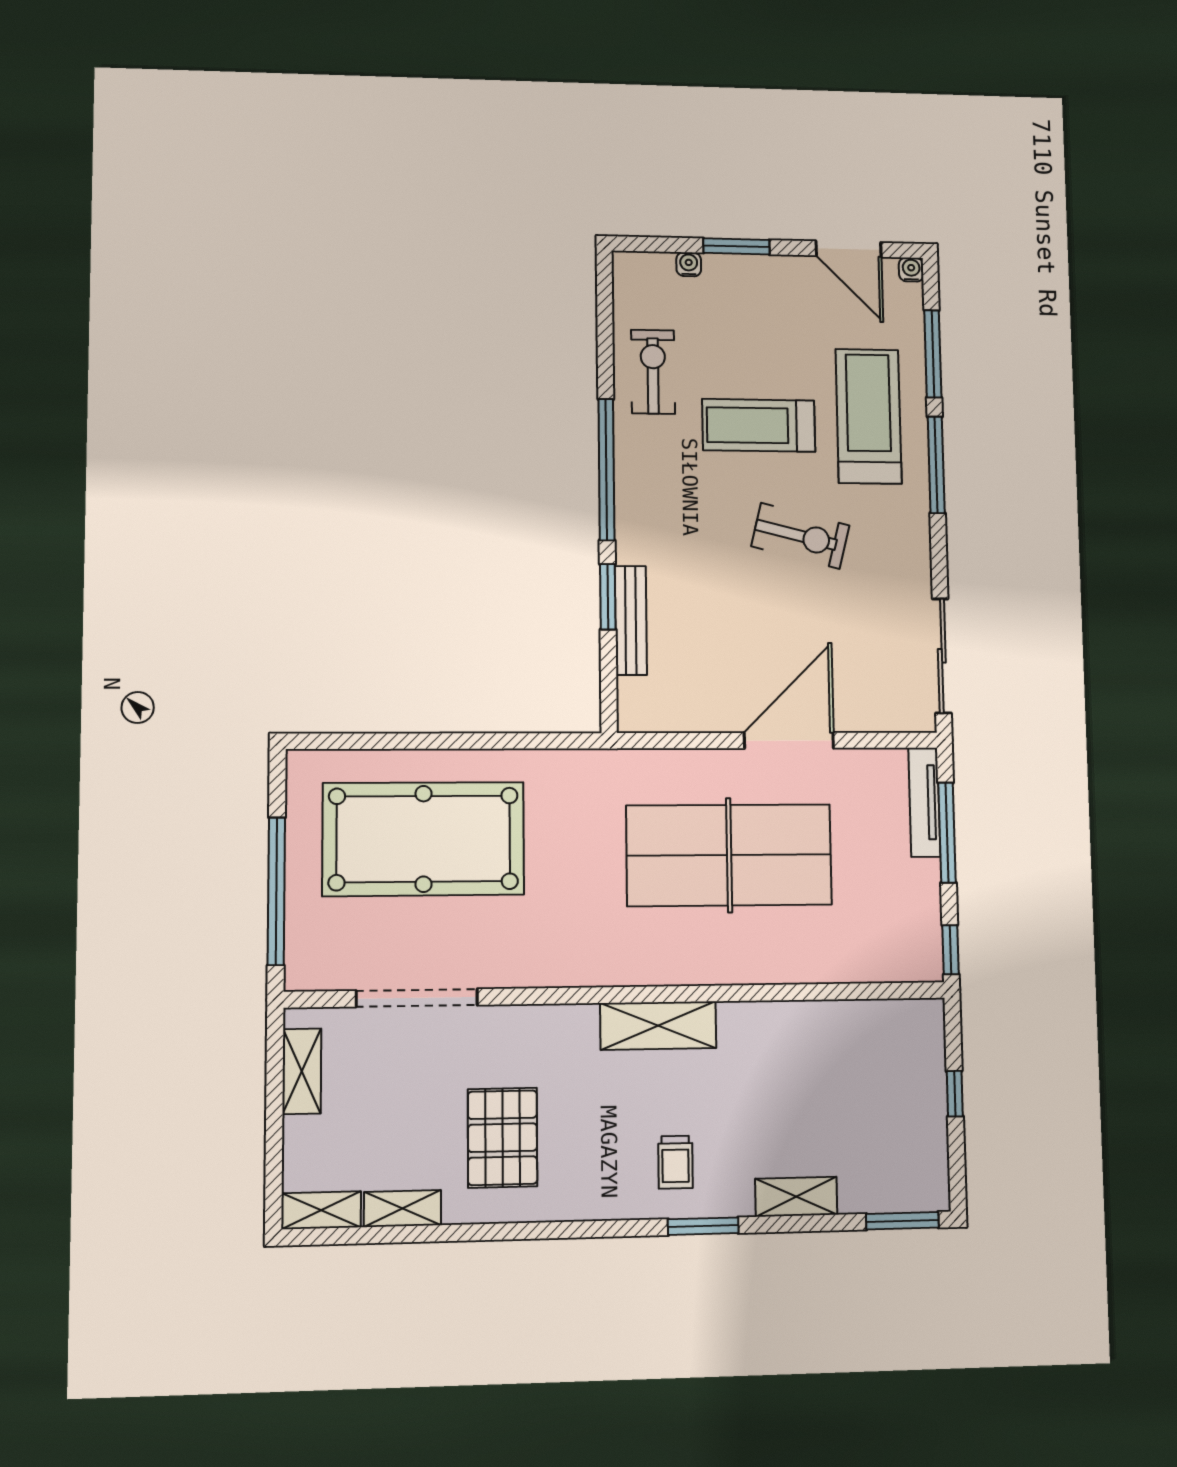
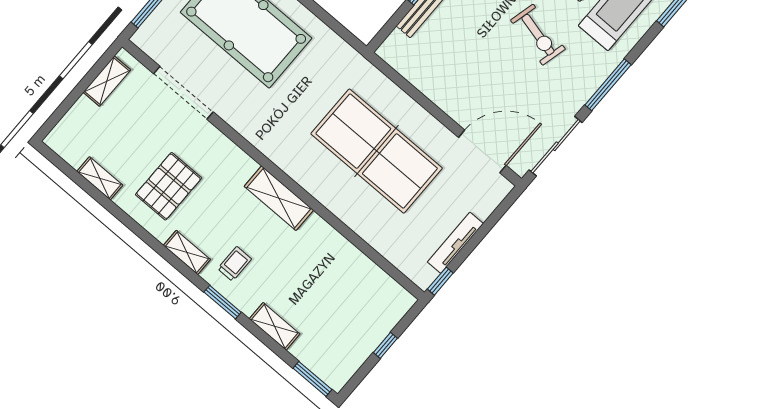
window: (936, 465) -> (608, 85), moved
door: (789, 740) -> (482, 151), moved
tv unit: (924, 802) -> (455, 243), moved
window: (947, 833) -> (486, 228), removed
trolley: (675, 1162) -> (235, 264), turned 180
shelving: (321, 1210) -> (187, 252), moved

